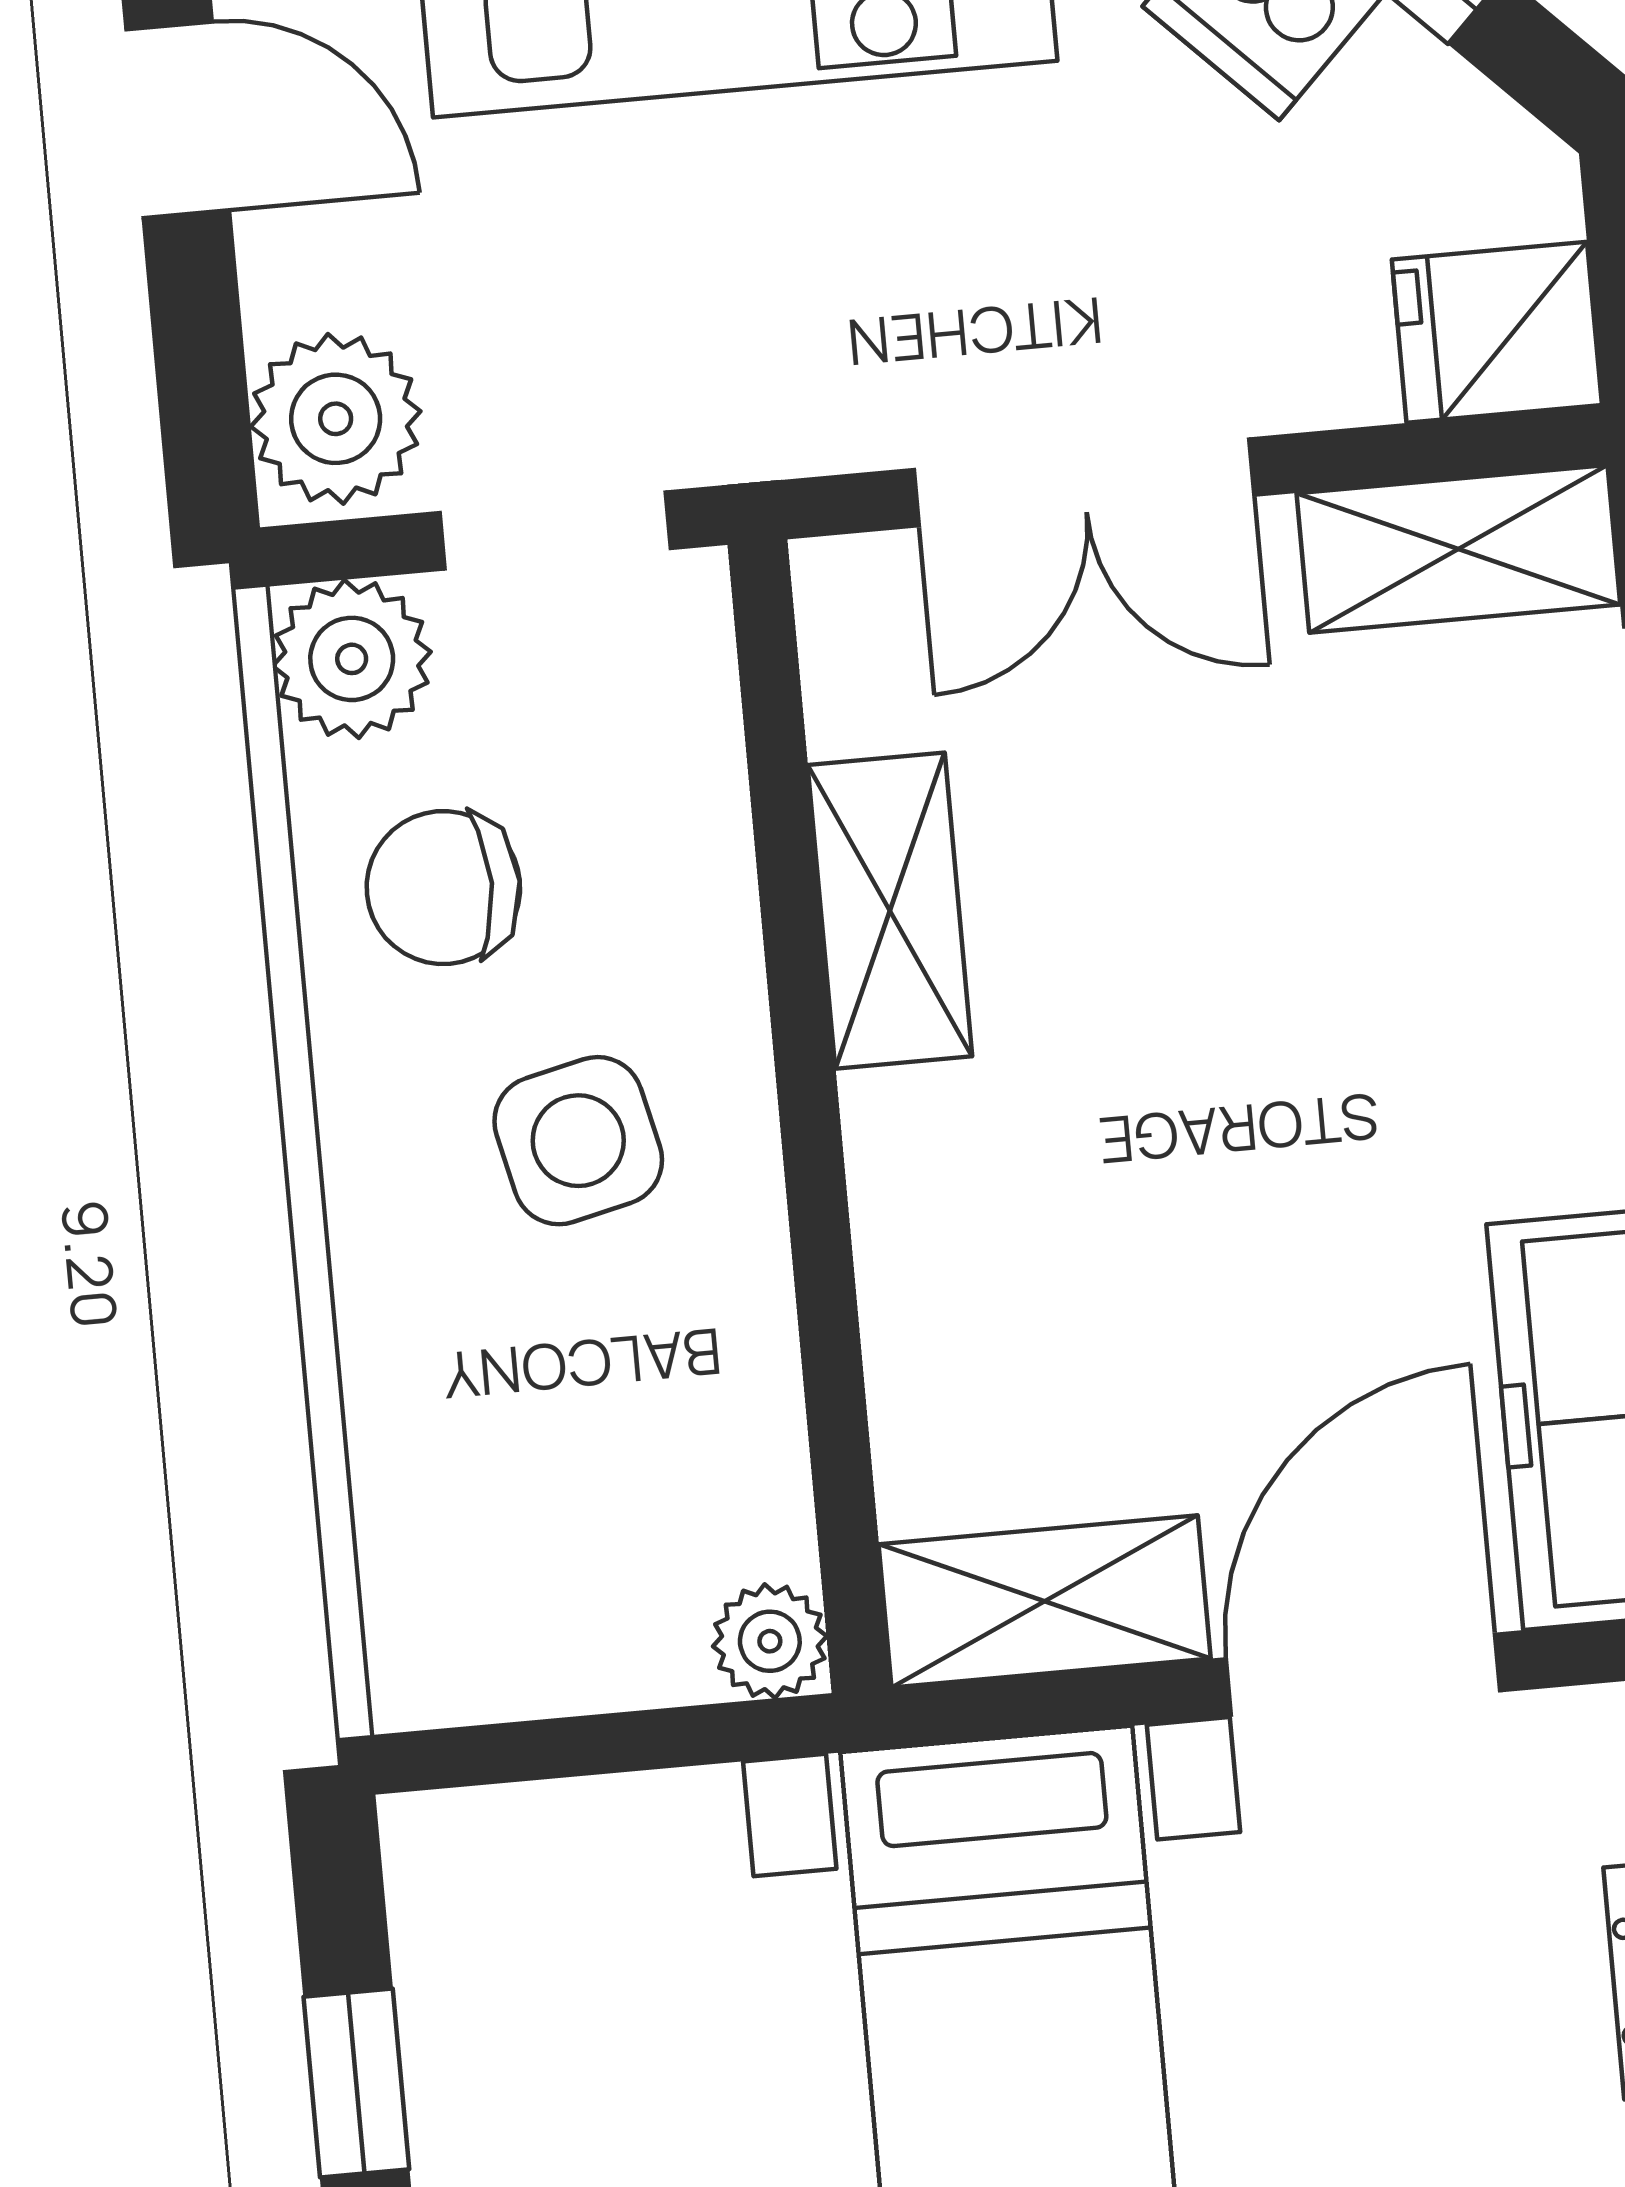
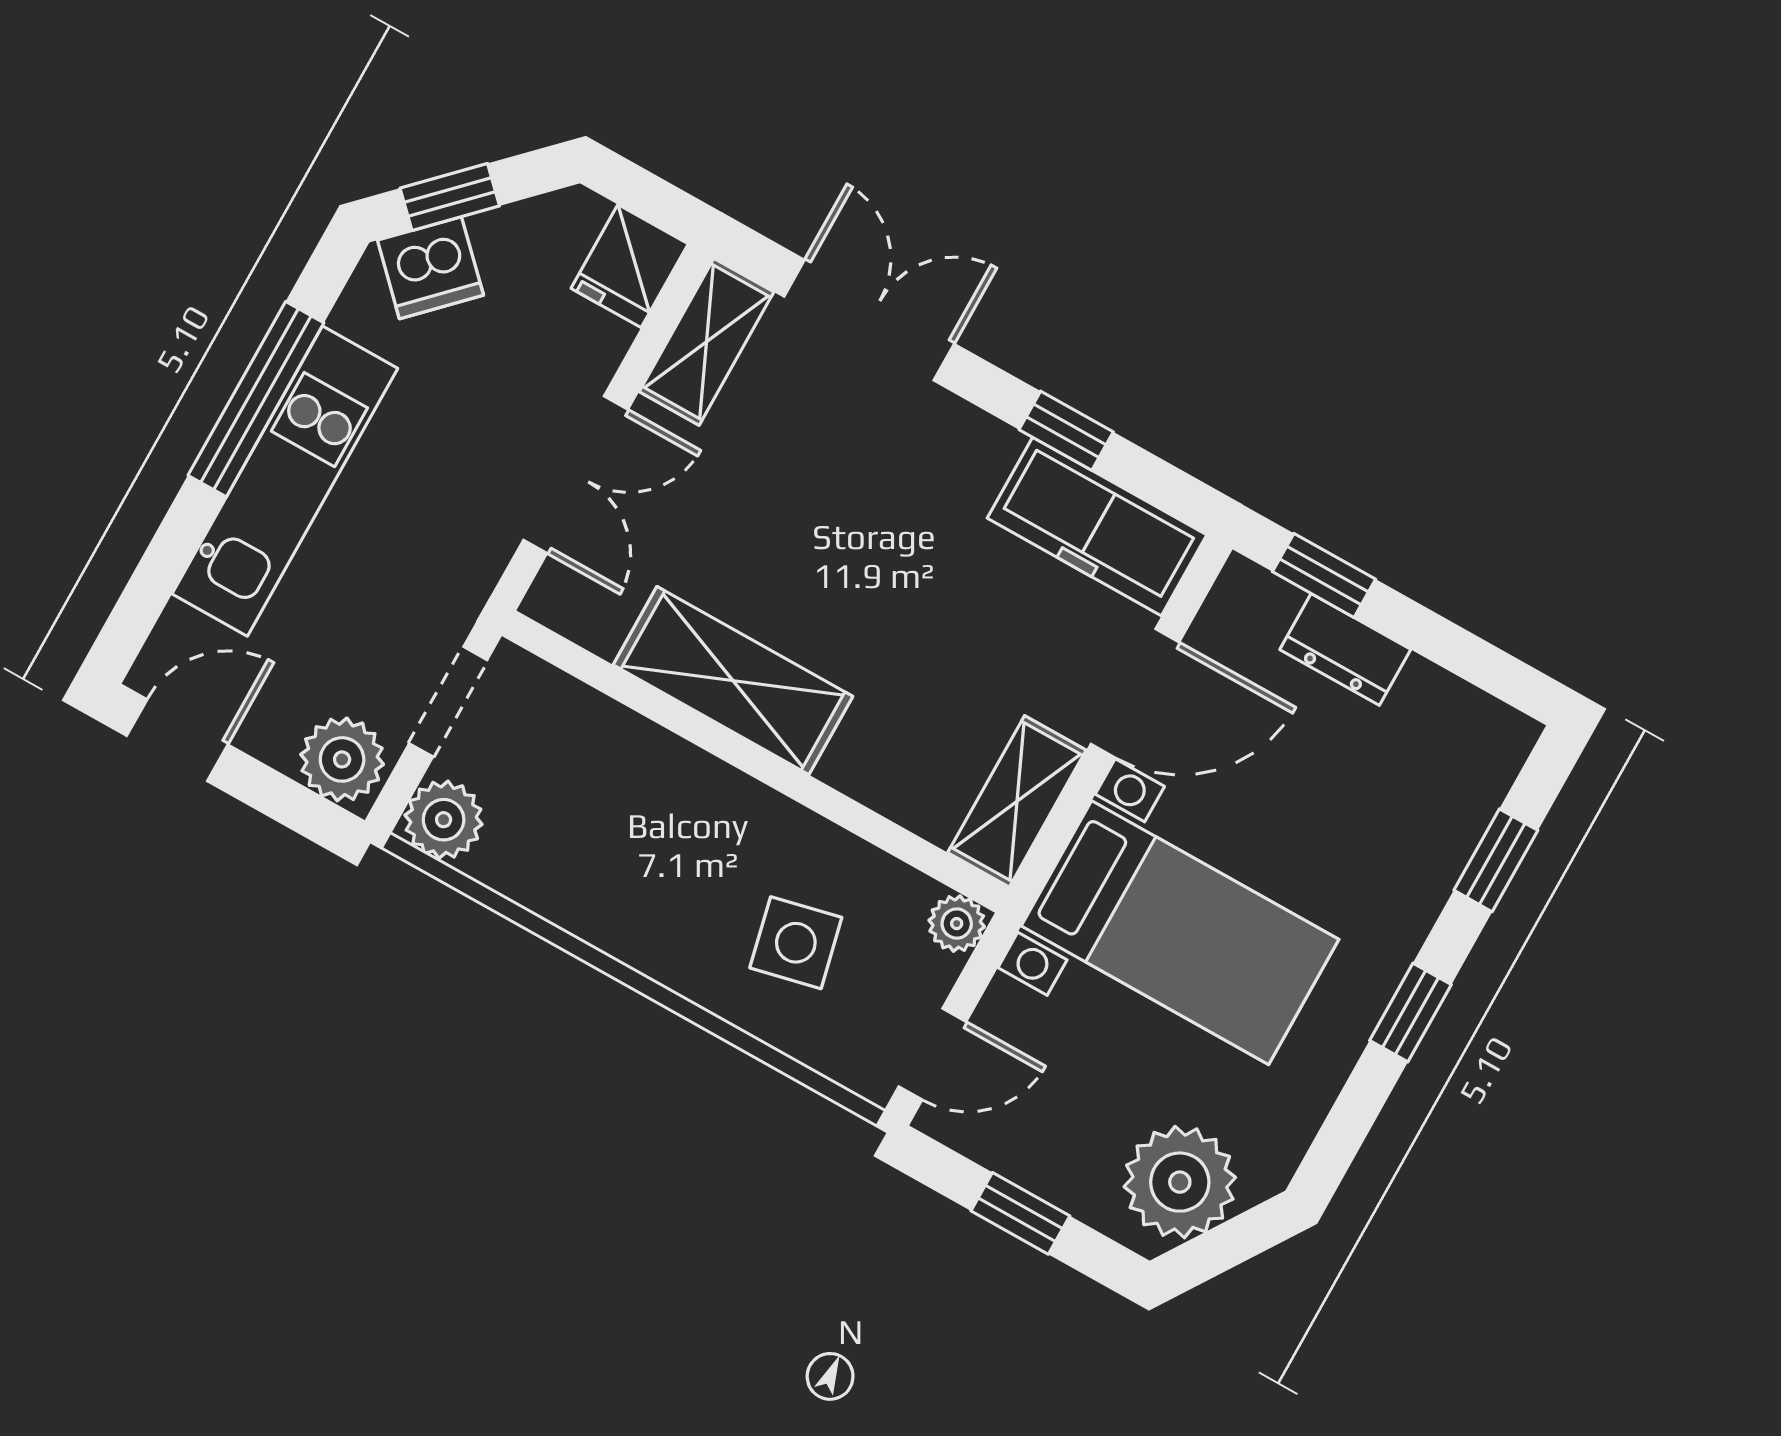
chair: (443, 888) -> (561, 846), removed
shelving: (890, 911) -> (733, 681), width x1.50, depth x1.33
side table: (578, 1141) -> (796, 943), moved
door: (1363, 1675) -> (1135, 693), swing flipped
door: (522, 1751) -> (932, 1054), added

